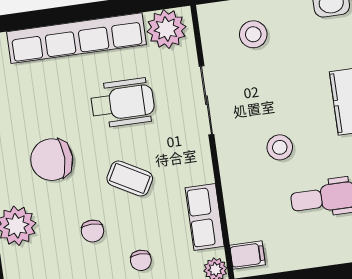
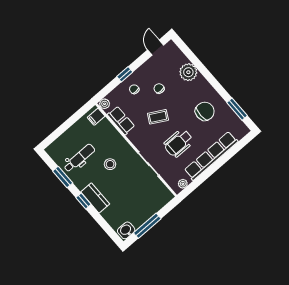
plant: (166, 29) -> (183, 184), width x0.53, depth x0.53
stool: (253, 34) -> (147, 200), removed
chair: (52, 160) -> (205, 111), moved

